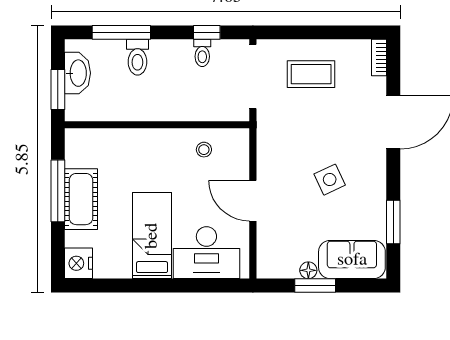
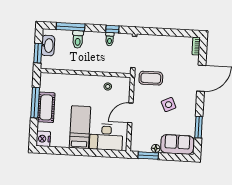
coffee table: (311, 74) -> (151, 78), moved
door: (253, 201) -> (130, 113), hinge flipped
window: (315, 286) -> (148, 156), moved

